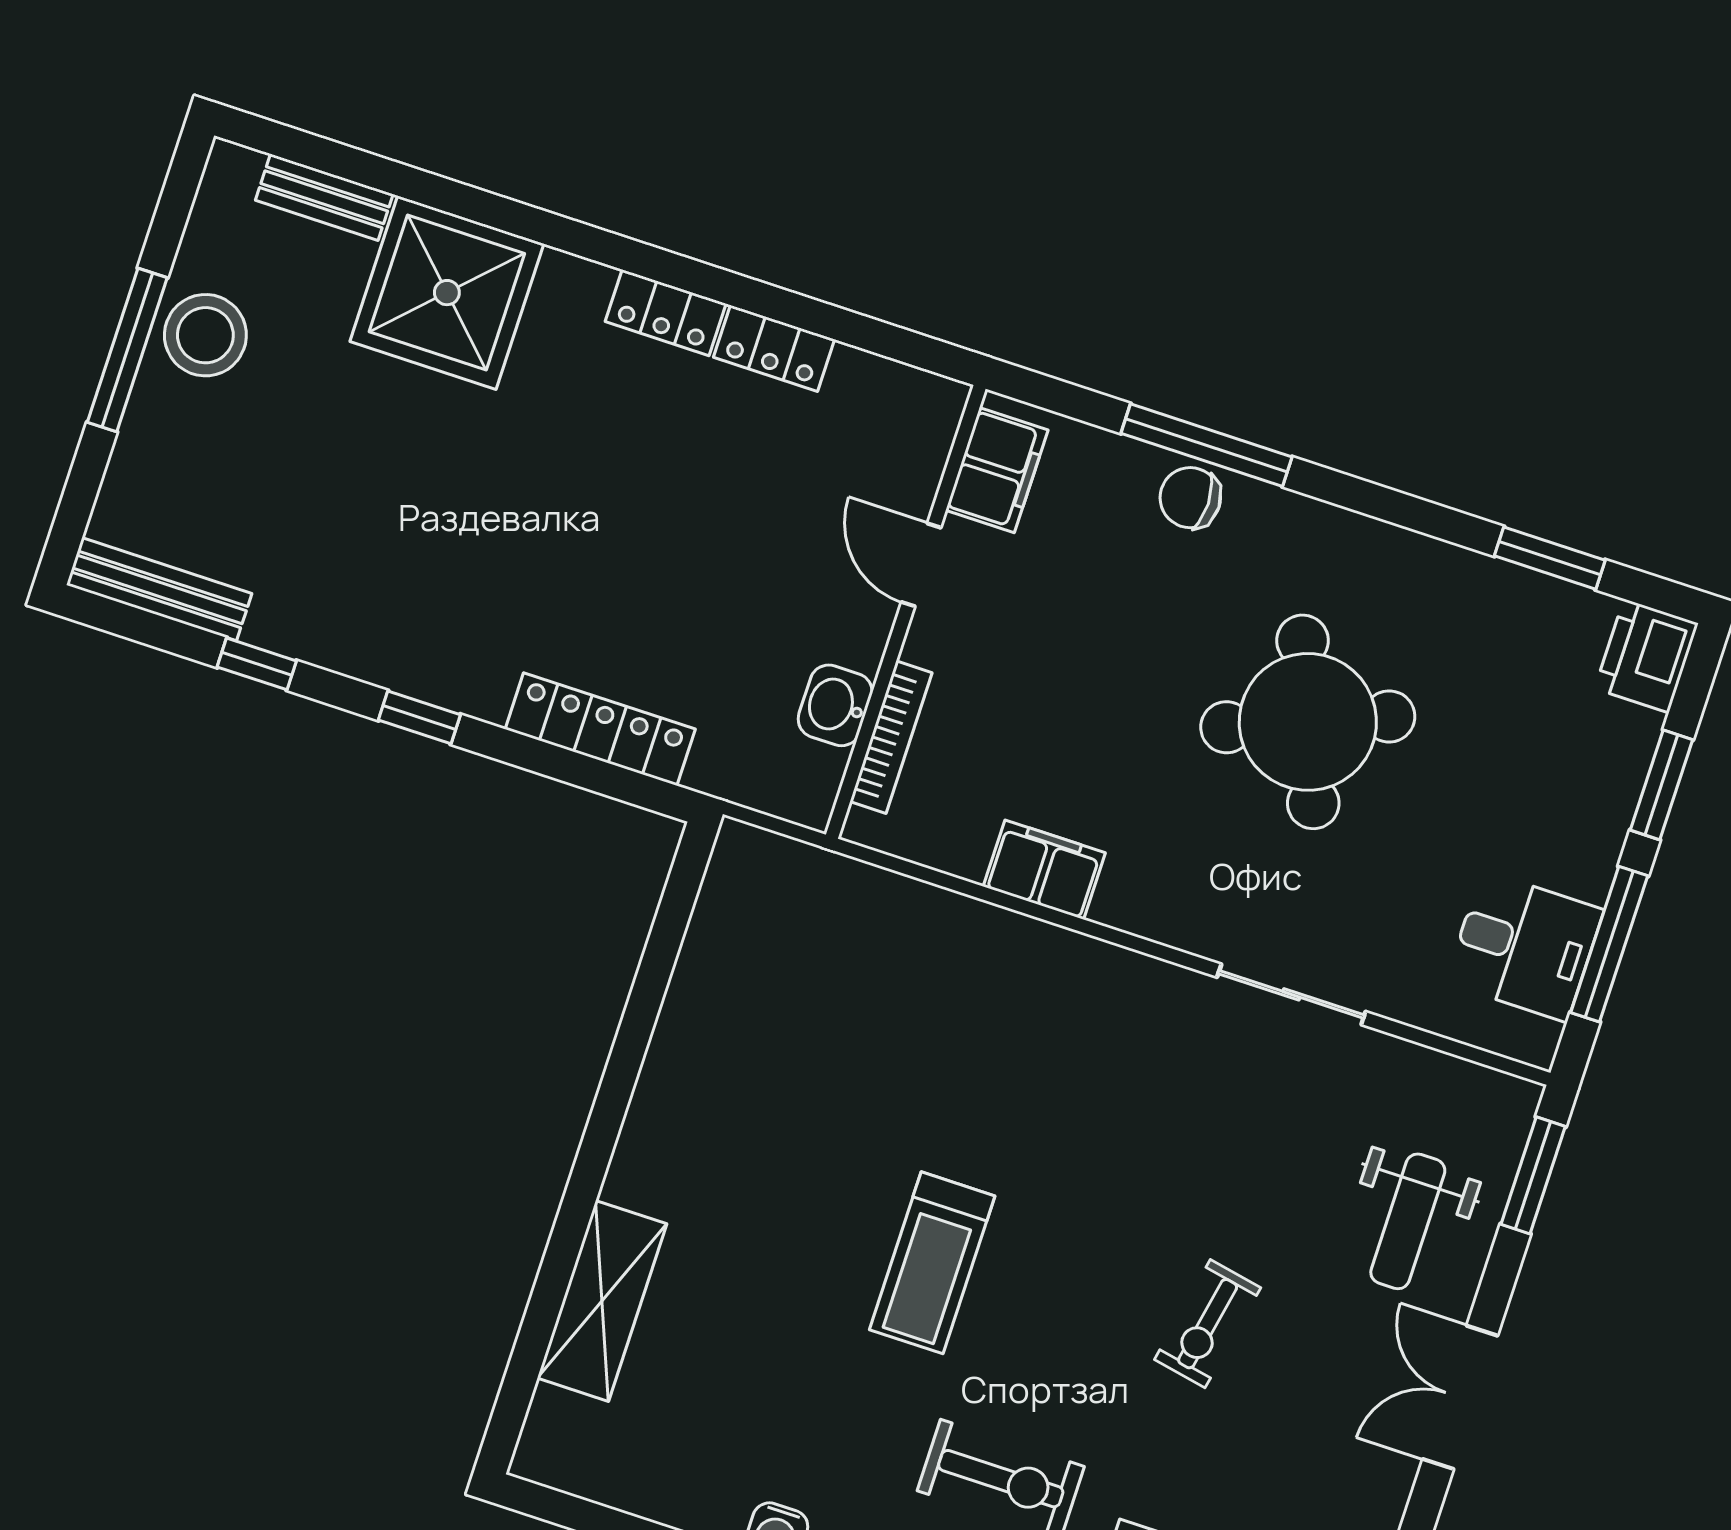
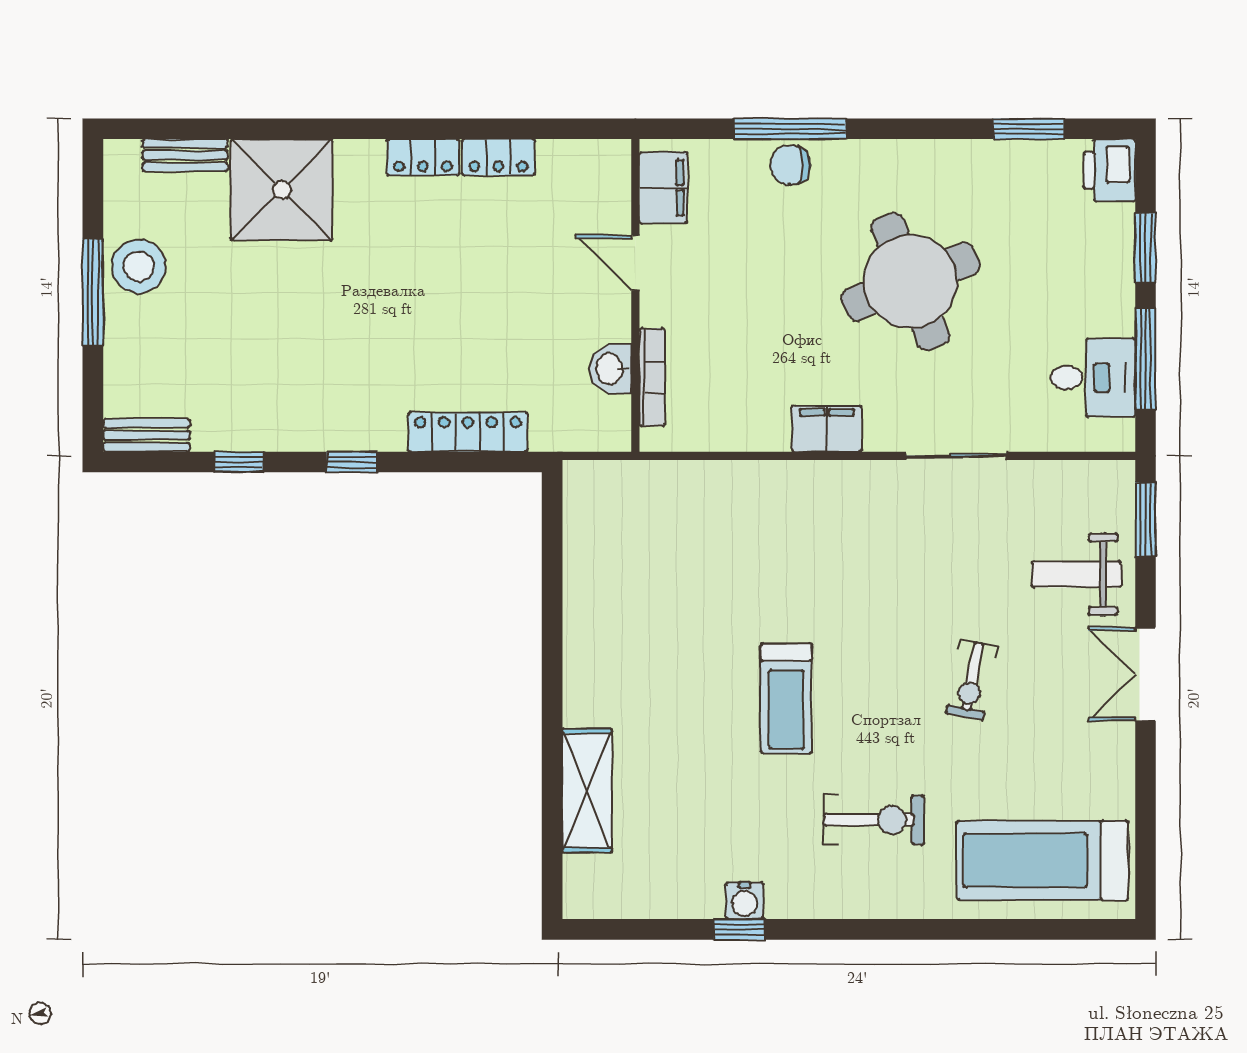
bench: (159, 589) -> (146, 435), width x0.73
filing cabinet: (1044, 870) -> (827, 429), moved
weight bench: (1408, 1221) -> (1076, 574), turned 90

